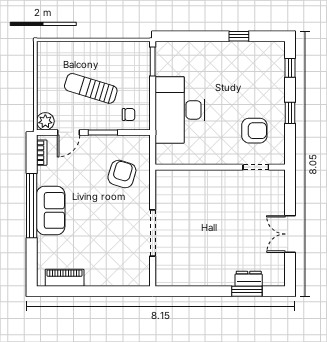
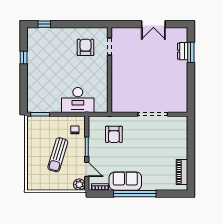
desk: (180, 110) -> (78, 100), width x0.73, depth x0.77
window: (290, 113) -> (74, 24), removed
armchair: (122, 174) -> (114, 134), turned -107
sofa: (51, 210) -> (125, 181), moved

